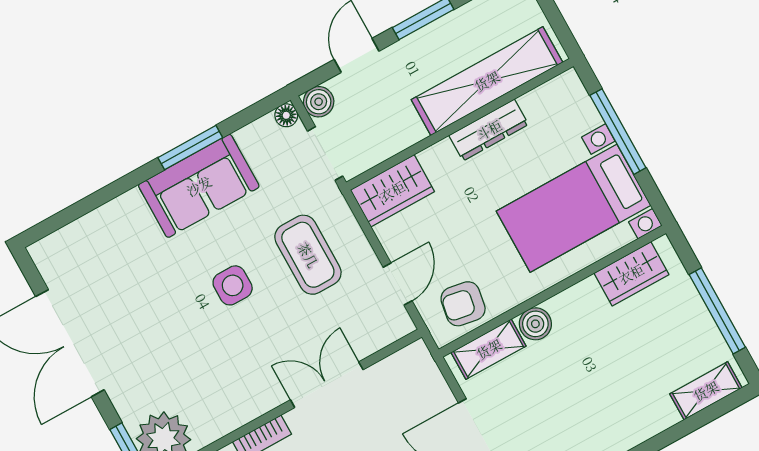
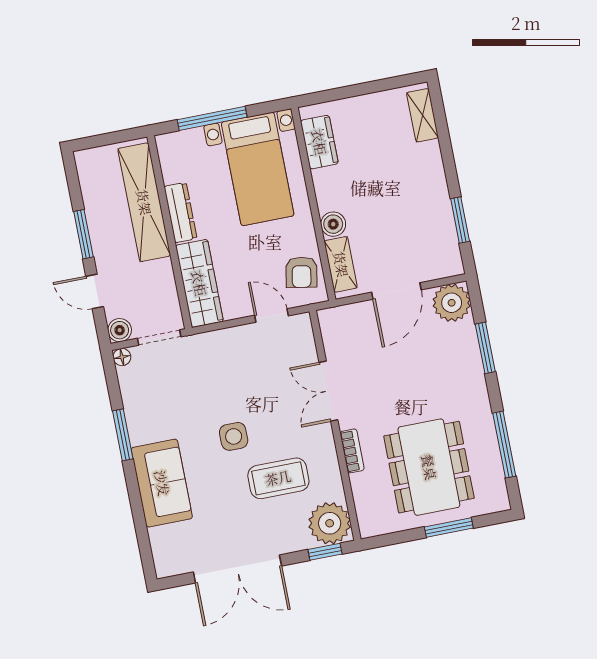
sofa: (199, 186) -> (162, 483), moved
wardrobe: (392, 191) -> (199, 283), width x1.50
coffee table: (308, 255) -> (278, 478), moved
window: (717, 311) -> (367, 88), removed

